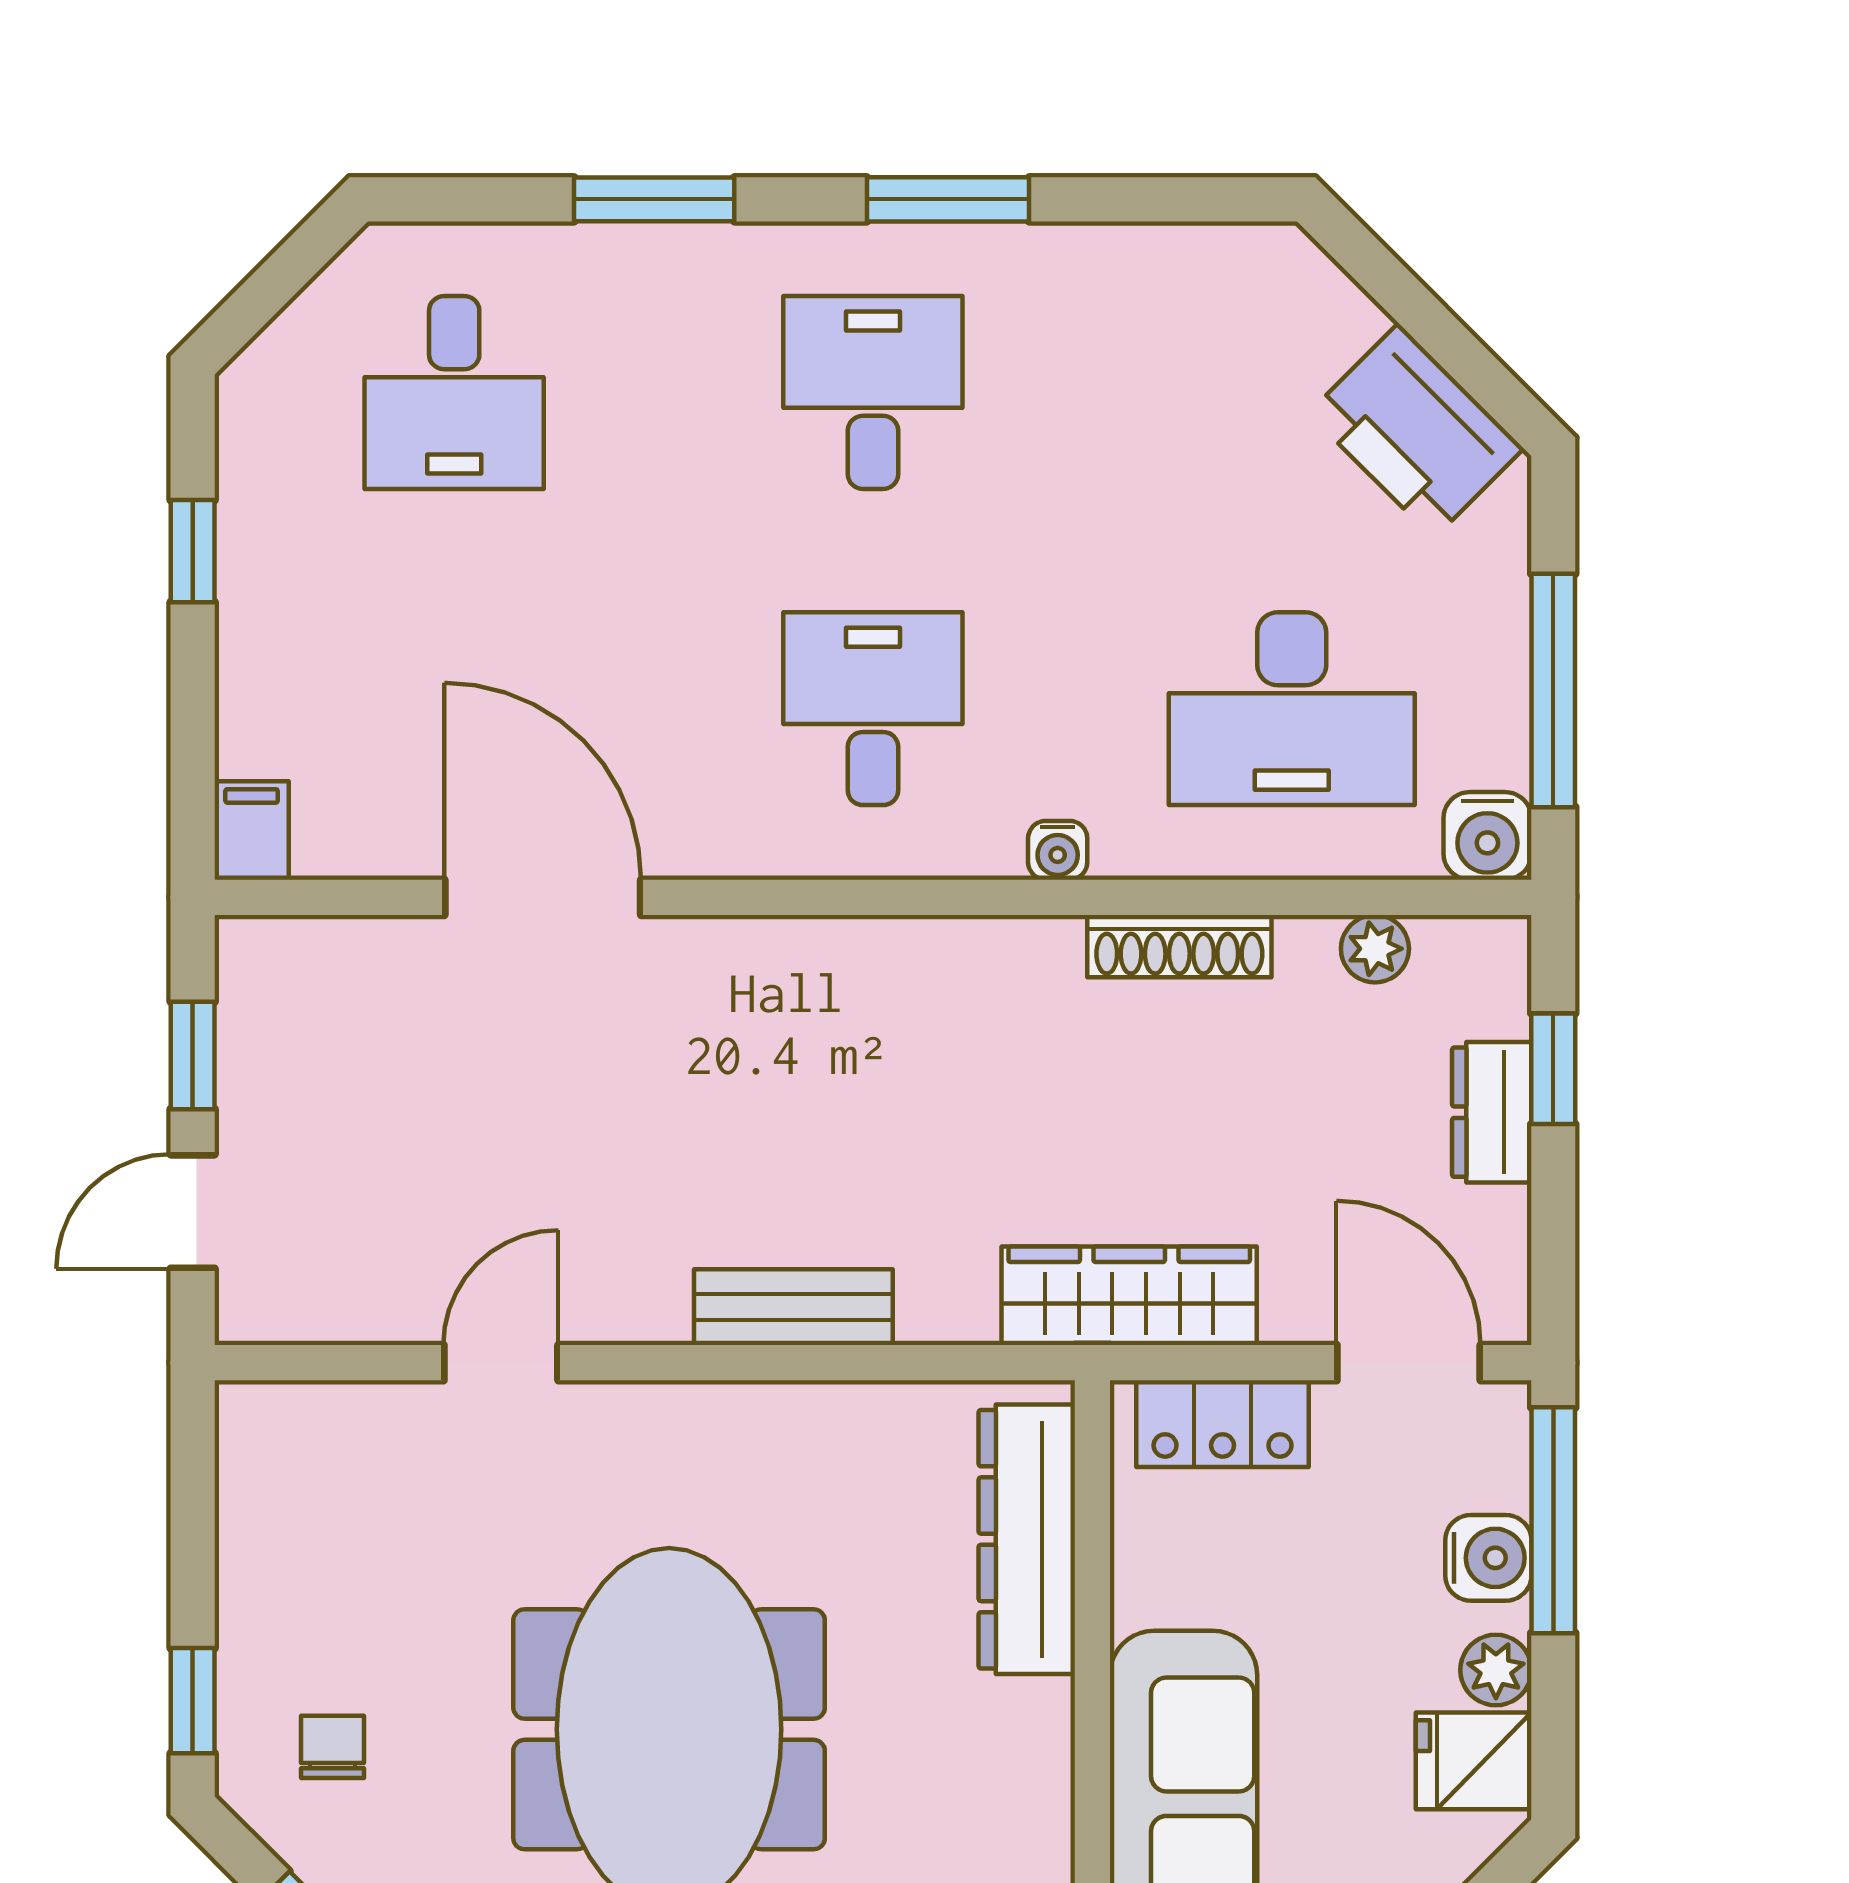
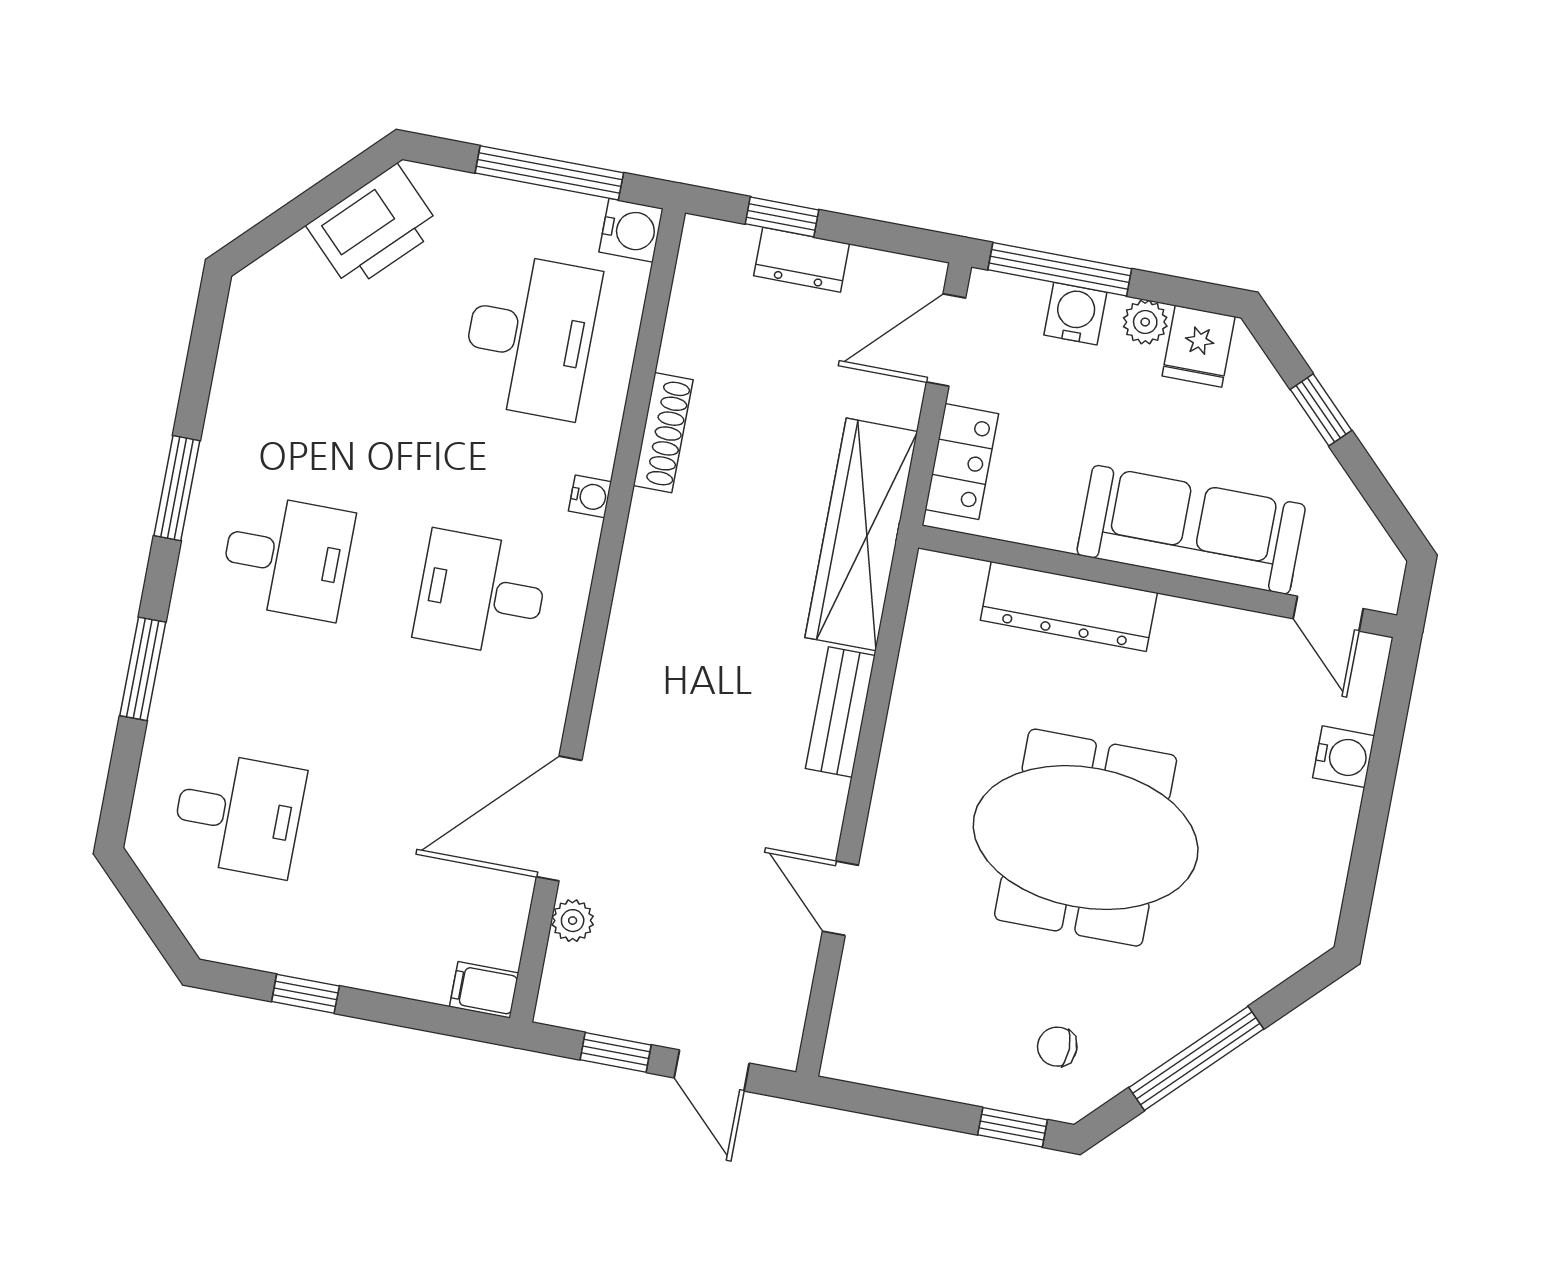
desk: (873, 392) -> (287, 557), turned 180
plant: (1375, 949) -> (573, 921), moved
wardrobe: (1129, 1296) -> (861, 534), width x1.40, depth x1.17
dresser: (1027, 1539) -> (1069, 606), moved

